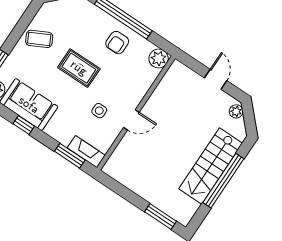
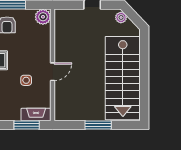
stairs: (211, 166) -> (123, 78), width x1.36, depth x1.51
window: (223, 181) -> (144, 71), removed
window: (161, 217) -> (98, 125), moved

